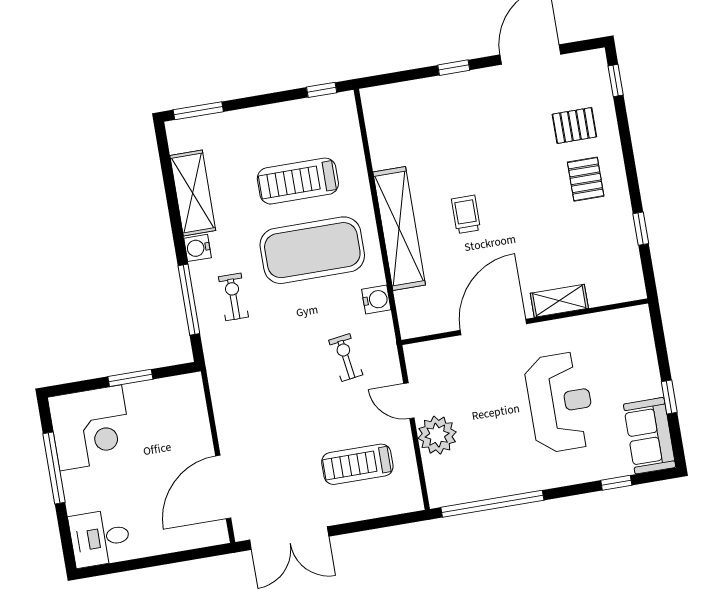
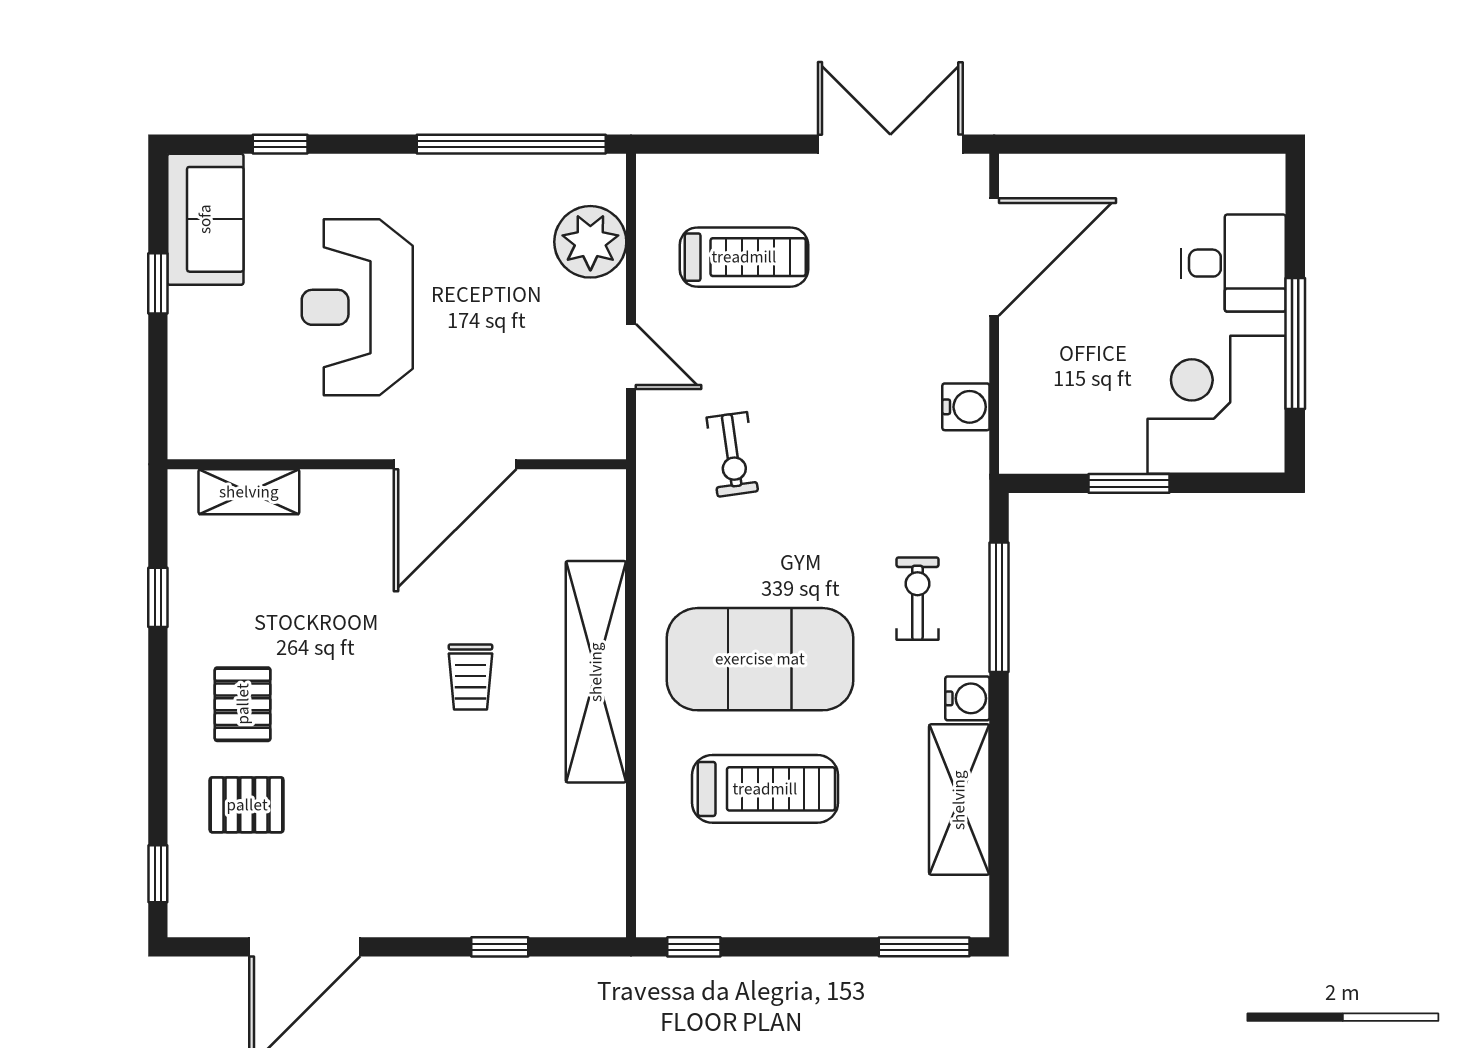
window: (454, 68) -> (500, 947), moved
exercise bike: (233, 297) -> (917, 599), turned 180
water cooler: (376, 300) -> (966, 407), moved, turned 180
shelving: (559, 301) -> (249, 492), moved
plant: (437, 435) -> (590, 242), moved
desk: (100, 538) -> (1233, 263), moved

